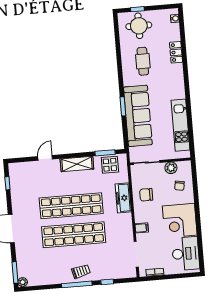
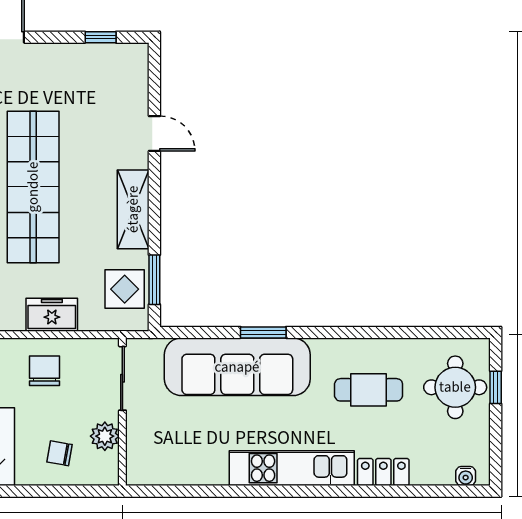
kitchen unit: (181, 125) -> (292, 468), moved
freezer: (123, 198) -> (52, 315), width x0.71

